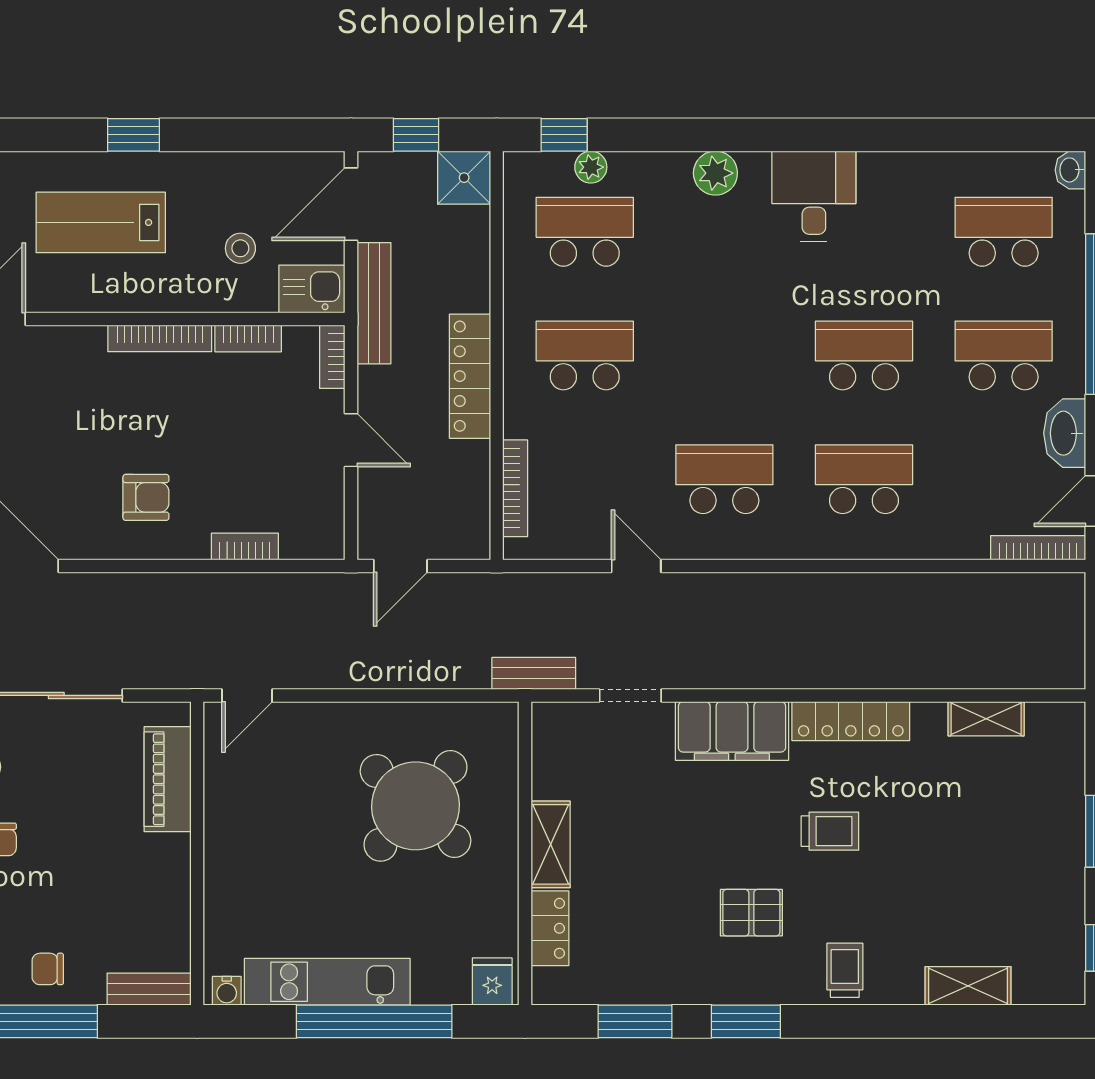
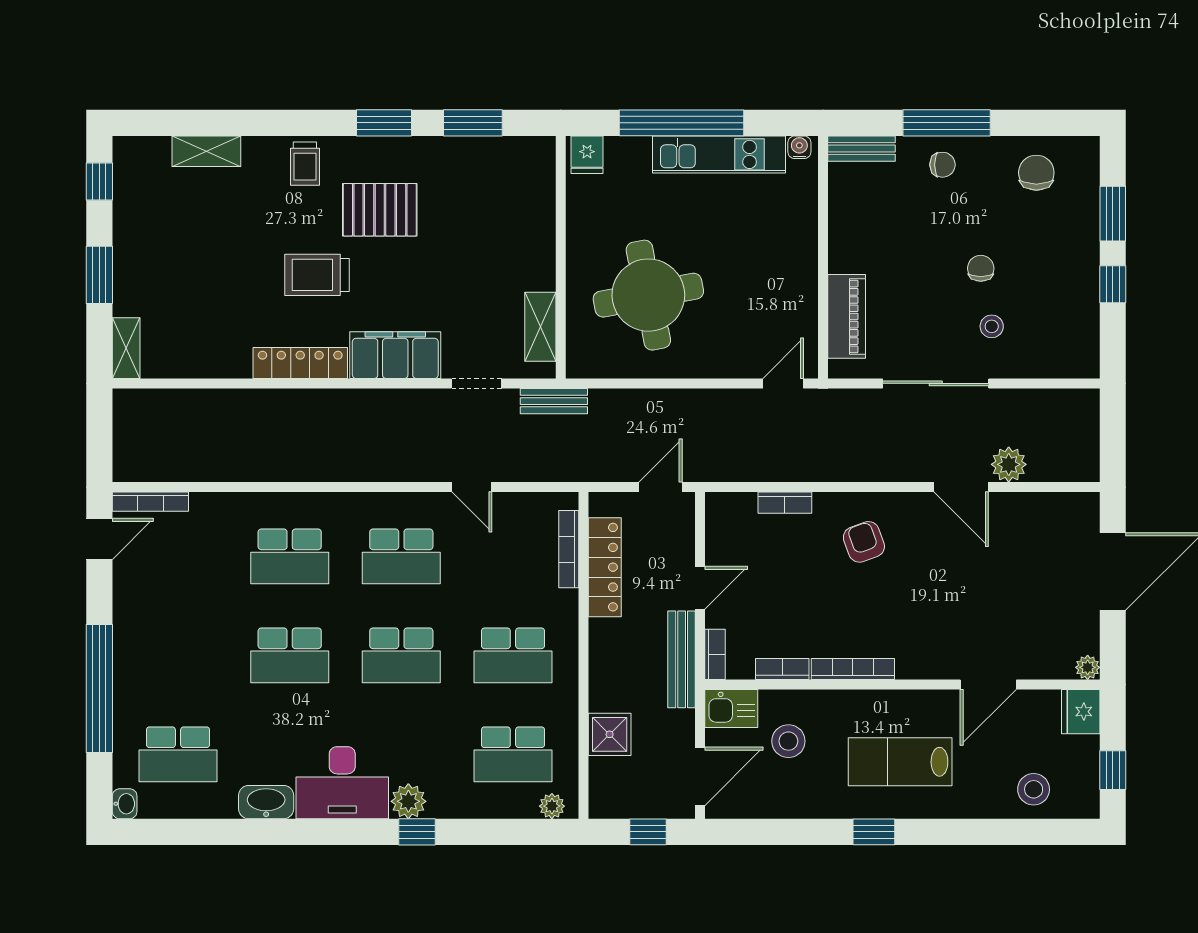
window: (564, 135) -> (417, 832), moved
plant: (591, 167) -> (552, 806), moved
shower: (464, 178) -> (610, 734), moved
desk: (814, 196) -> (342, 783), width x1.37
lab bench: (101, 222) -> (900, 762), turned 180
stool: (240, 248) -> (788, 741), width x1.37, depth x1.37
bench: (374, 303) -> (682, 659), moved
school desk: (1004, 355) -> (401, 655), moved
locker: (470, 376) -> (605, 567), moved
washbasin: (1065, 433) -> (266, 802), moved, turned -90
door: (351, 440) -> (700, 588), swing flipped
armchair: (146, 497) -> (864, 542), turned 70
shelving: (986, 719) -> (126, 348), moved, turned 90
round table: (416, 806) -> (648, 295), turned 37
trolley: (830, 831) -> (317, 275), width x1.36, depth x1.39
shelving: (551, 844) -> (540, 327), moved
pallet: (751, 913) -> (380, 210), width x1.50, depth x1.42
locker: (550, 928) -> (541, 197), removed

